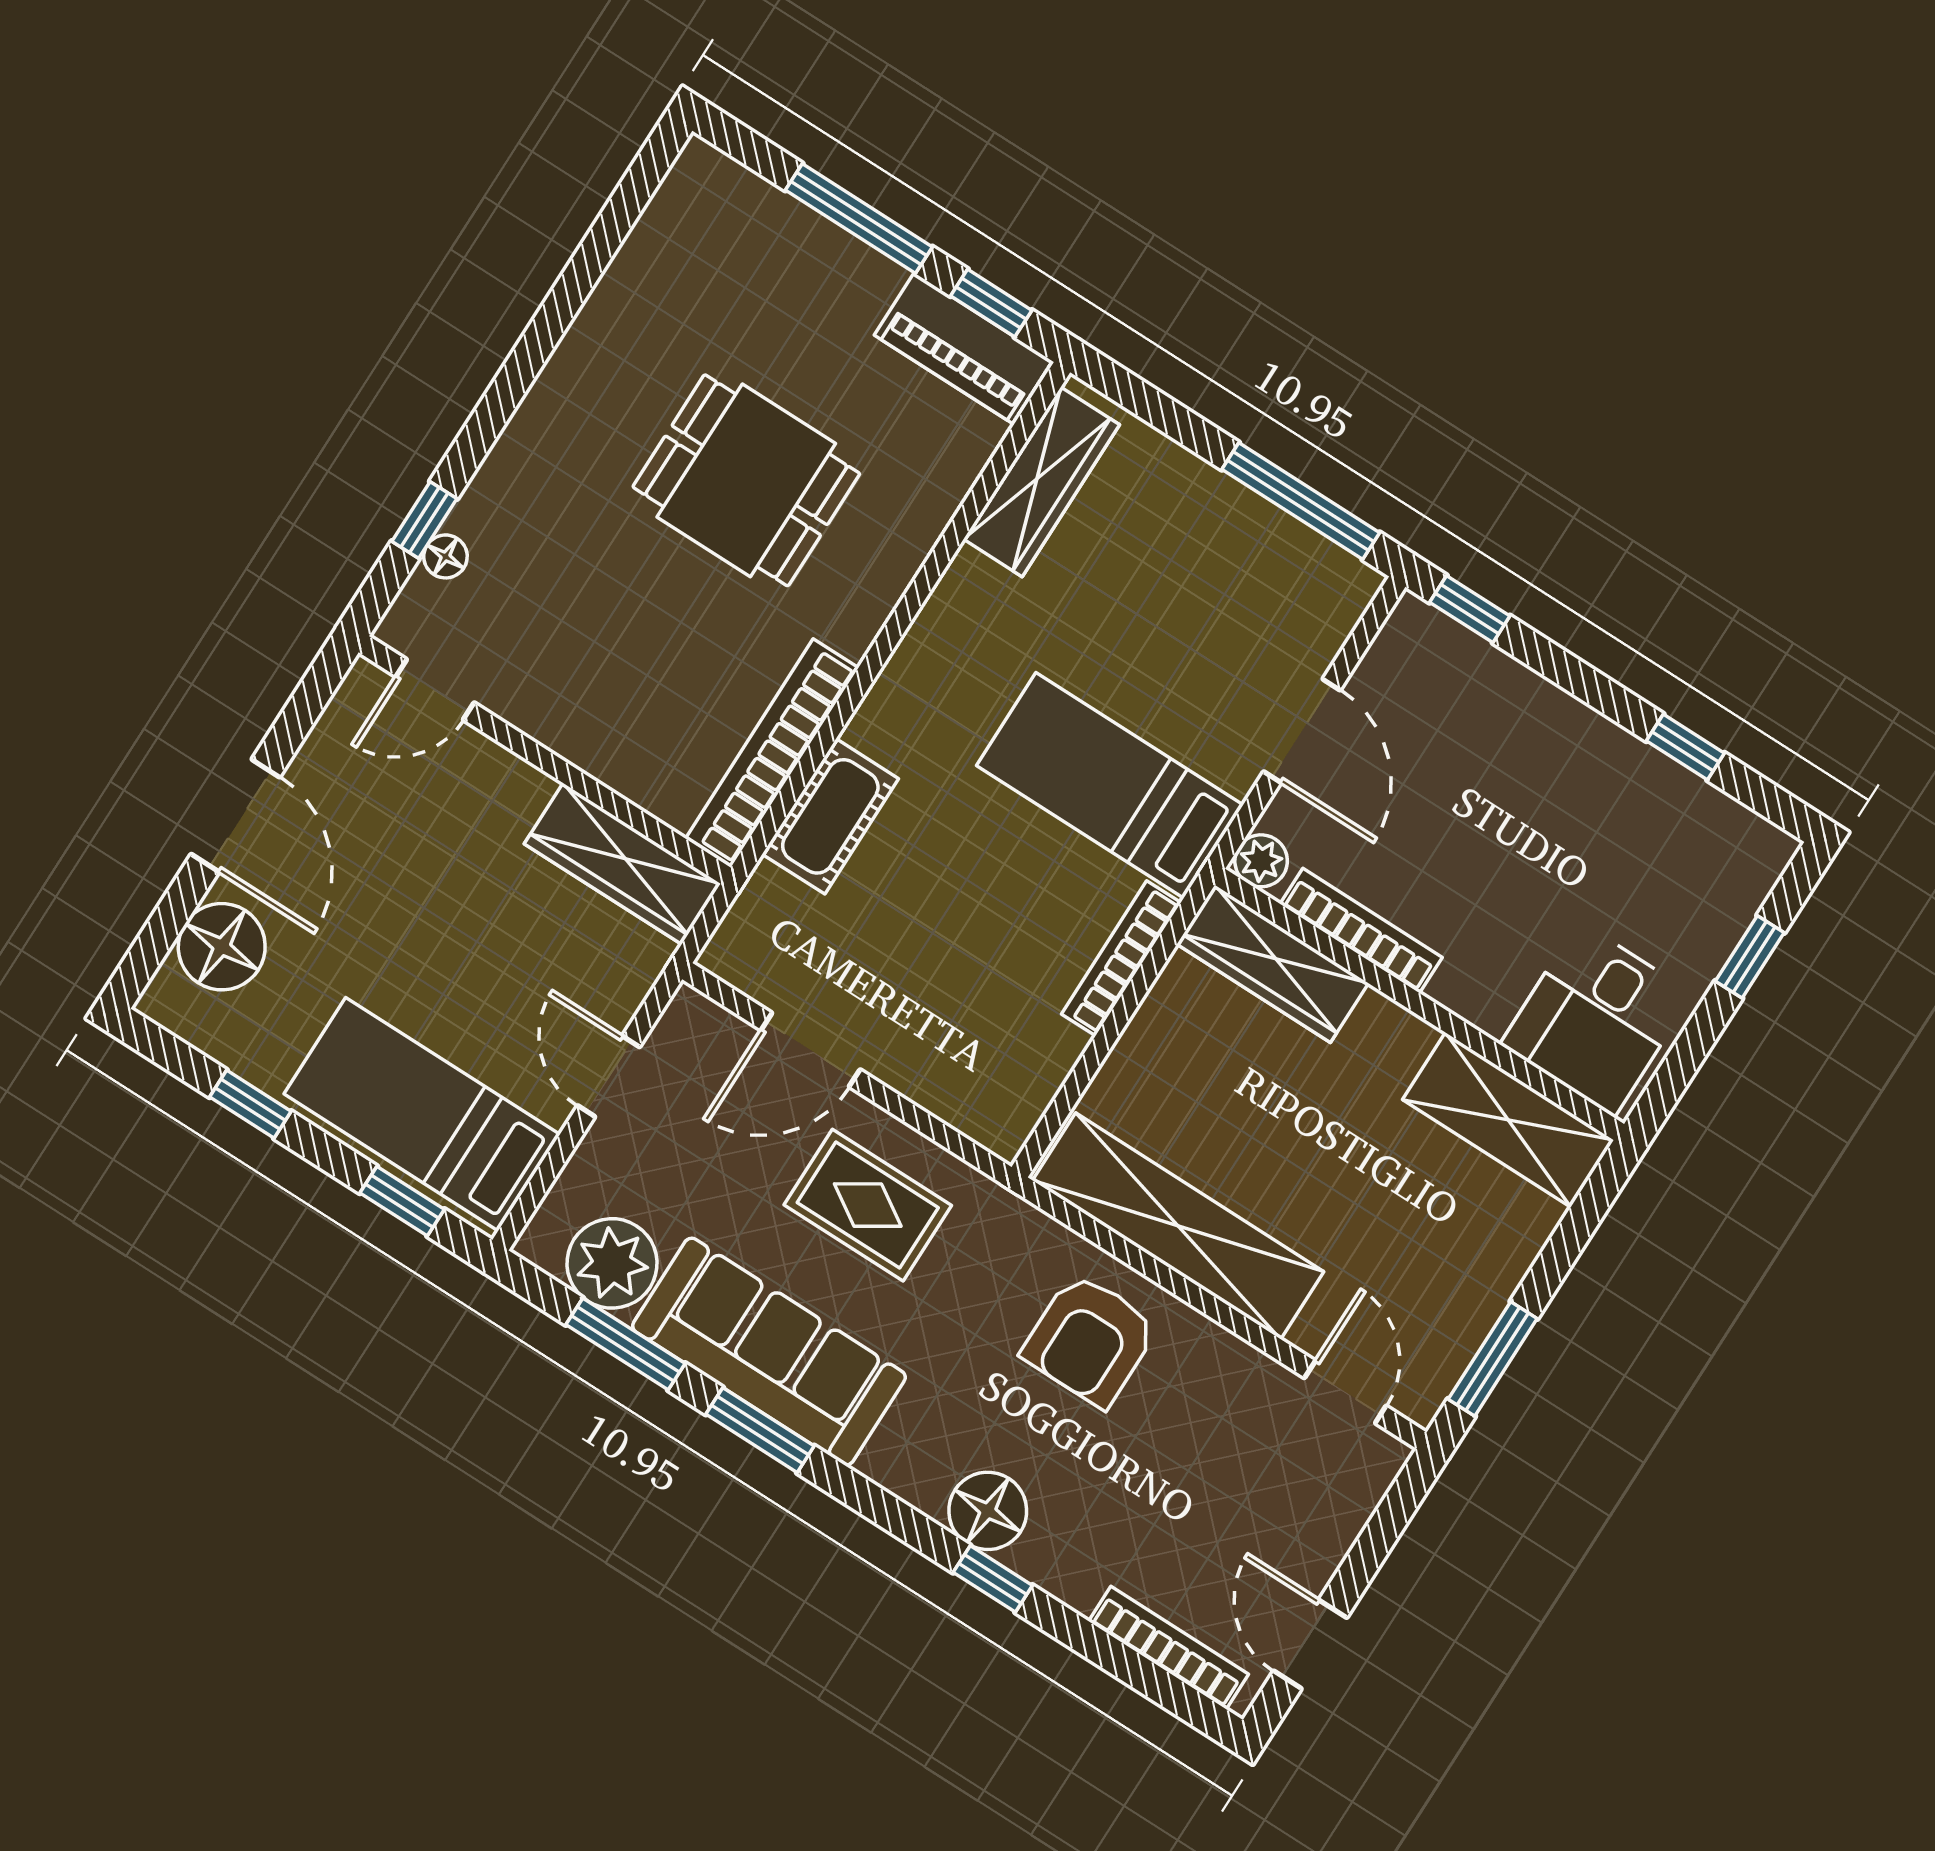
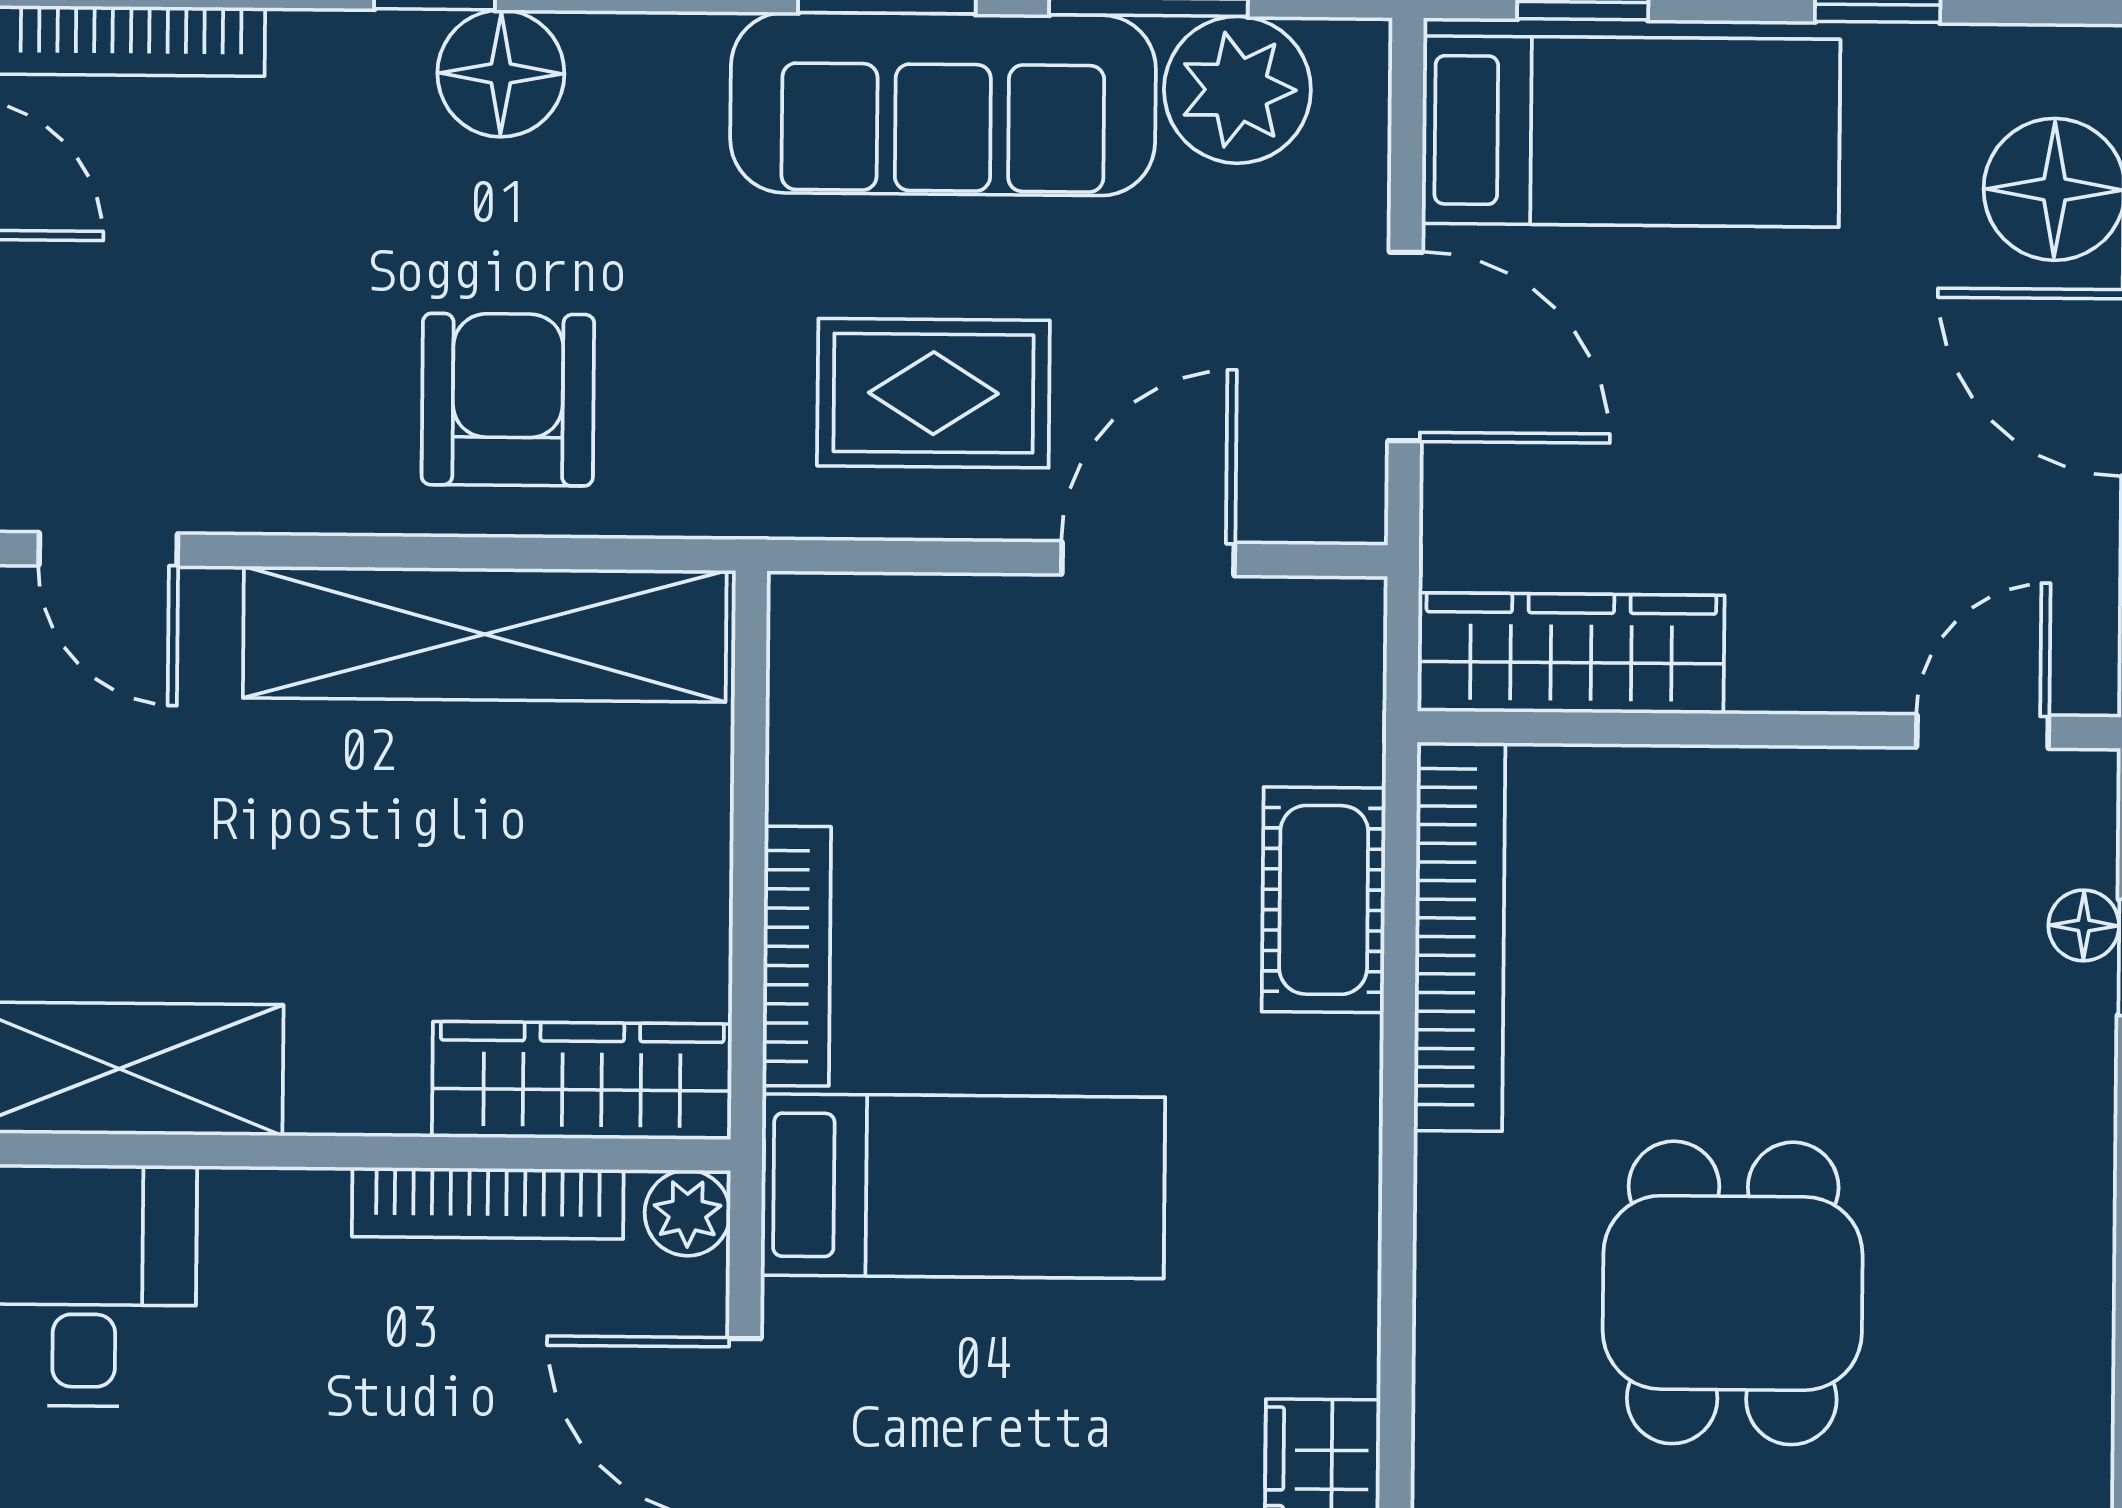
dining table: (746, 480) -> (1733, 1293), turned 90
door: (609, 1076) -> (1405, 346), width x1.38

